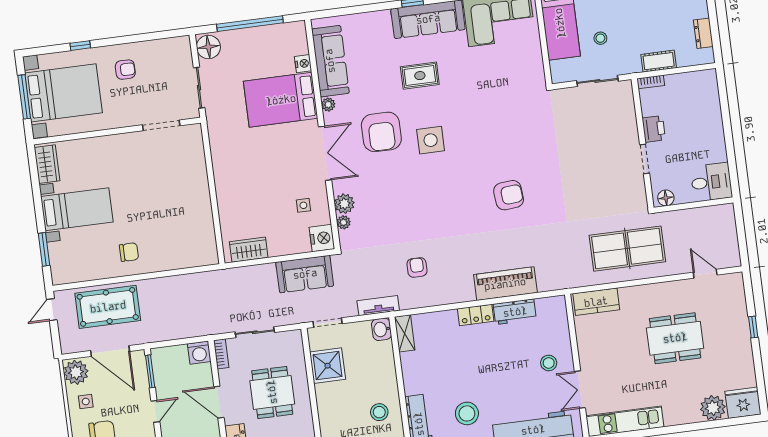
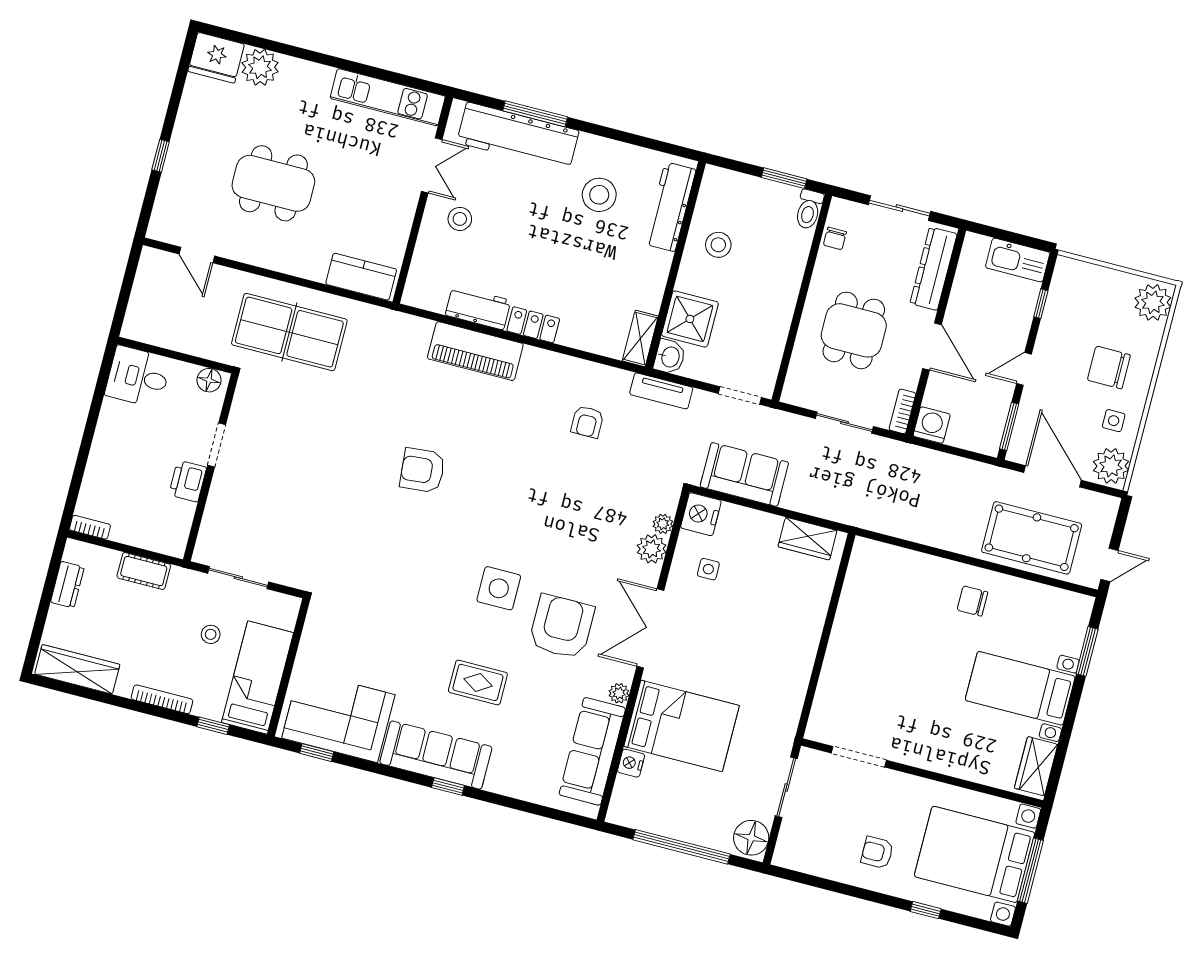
bookcase: (651, 82) -> (90, 527), moved
shower: (328, 366) -> (690, 319), moved

